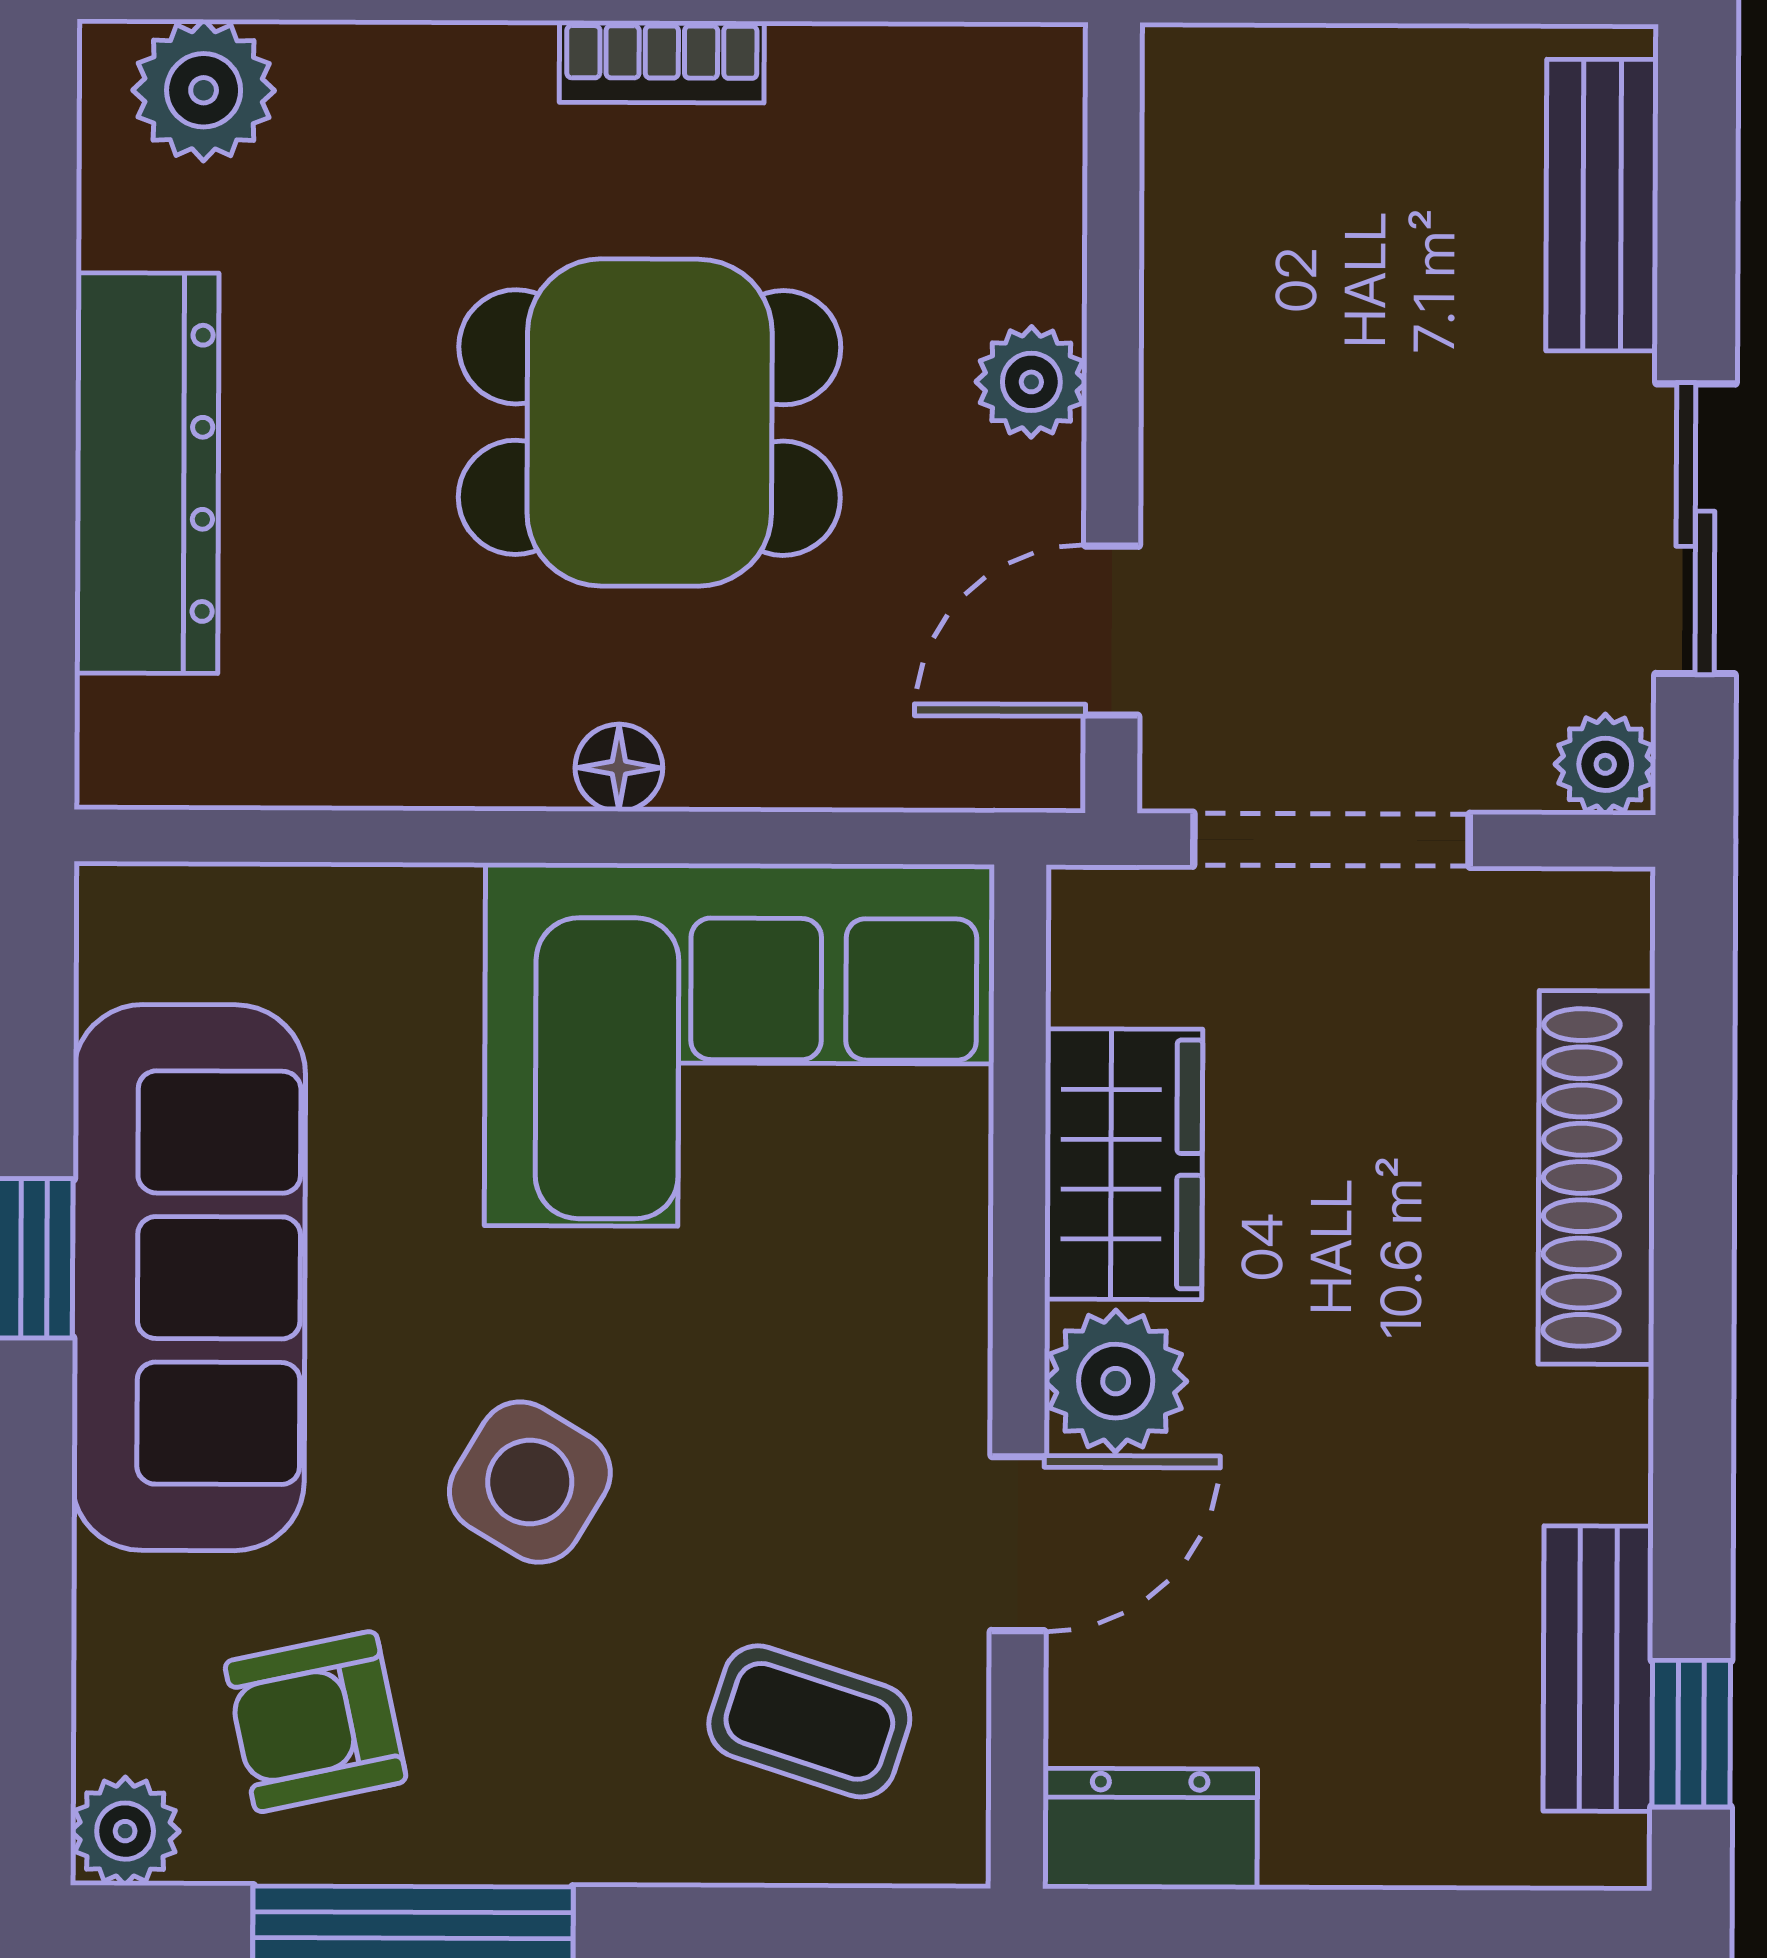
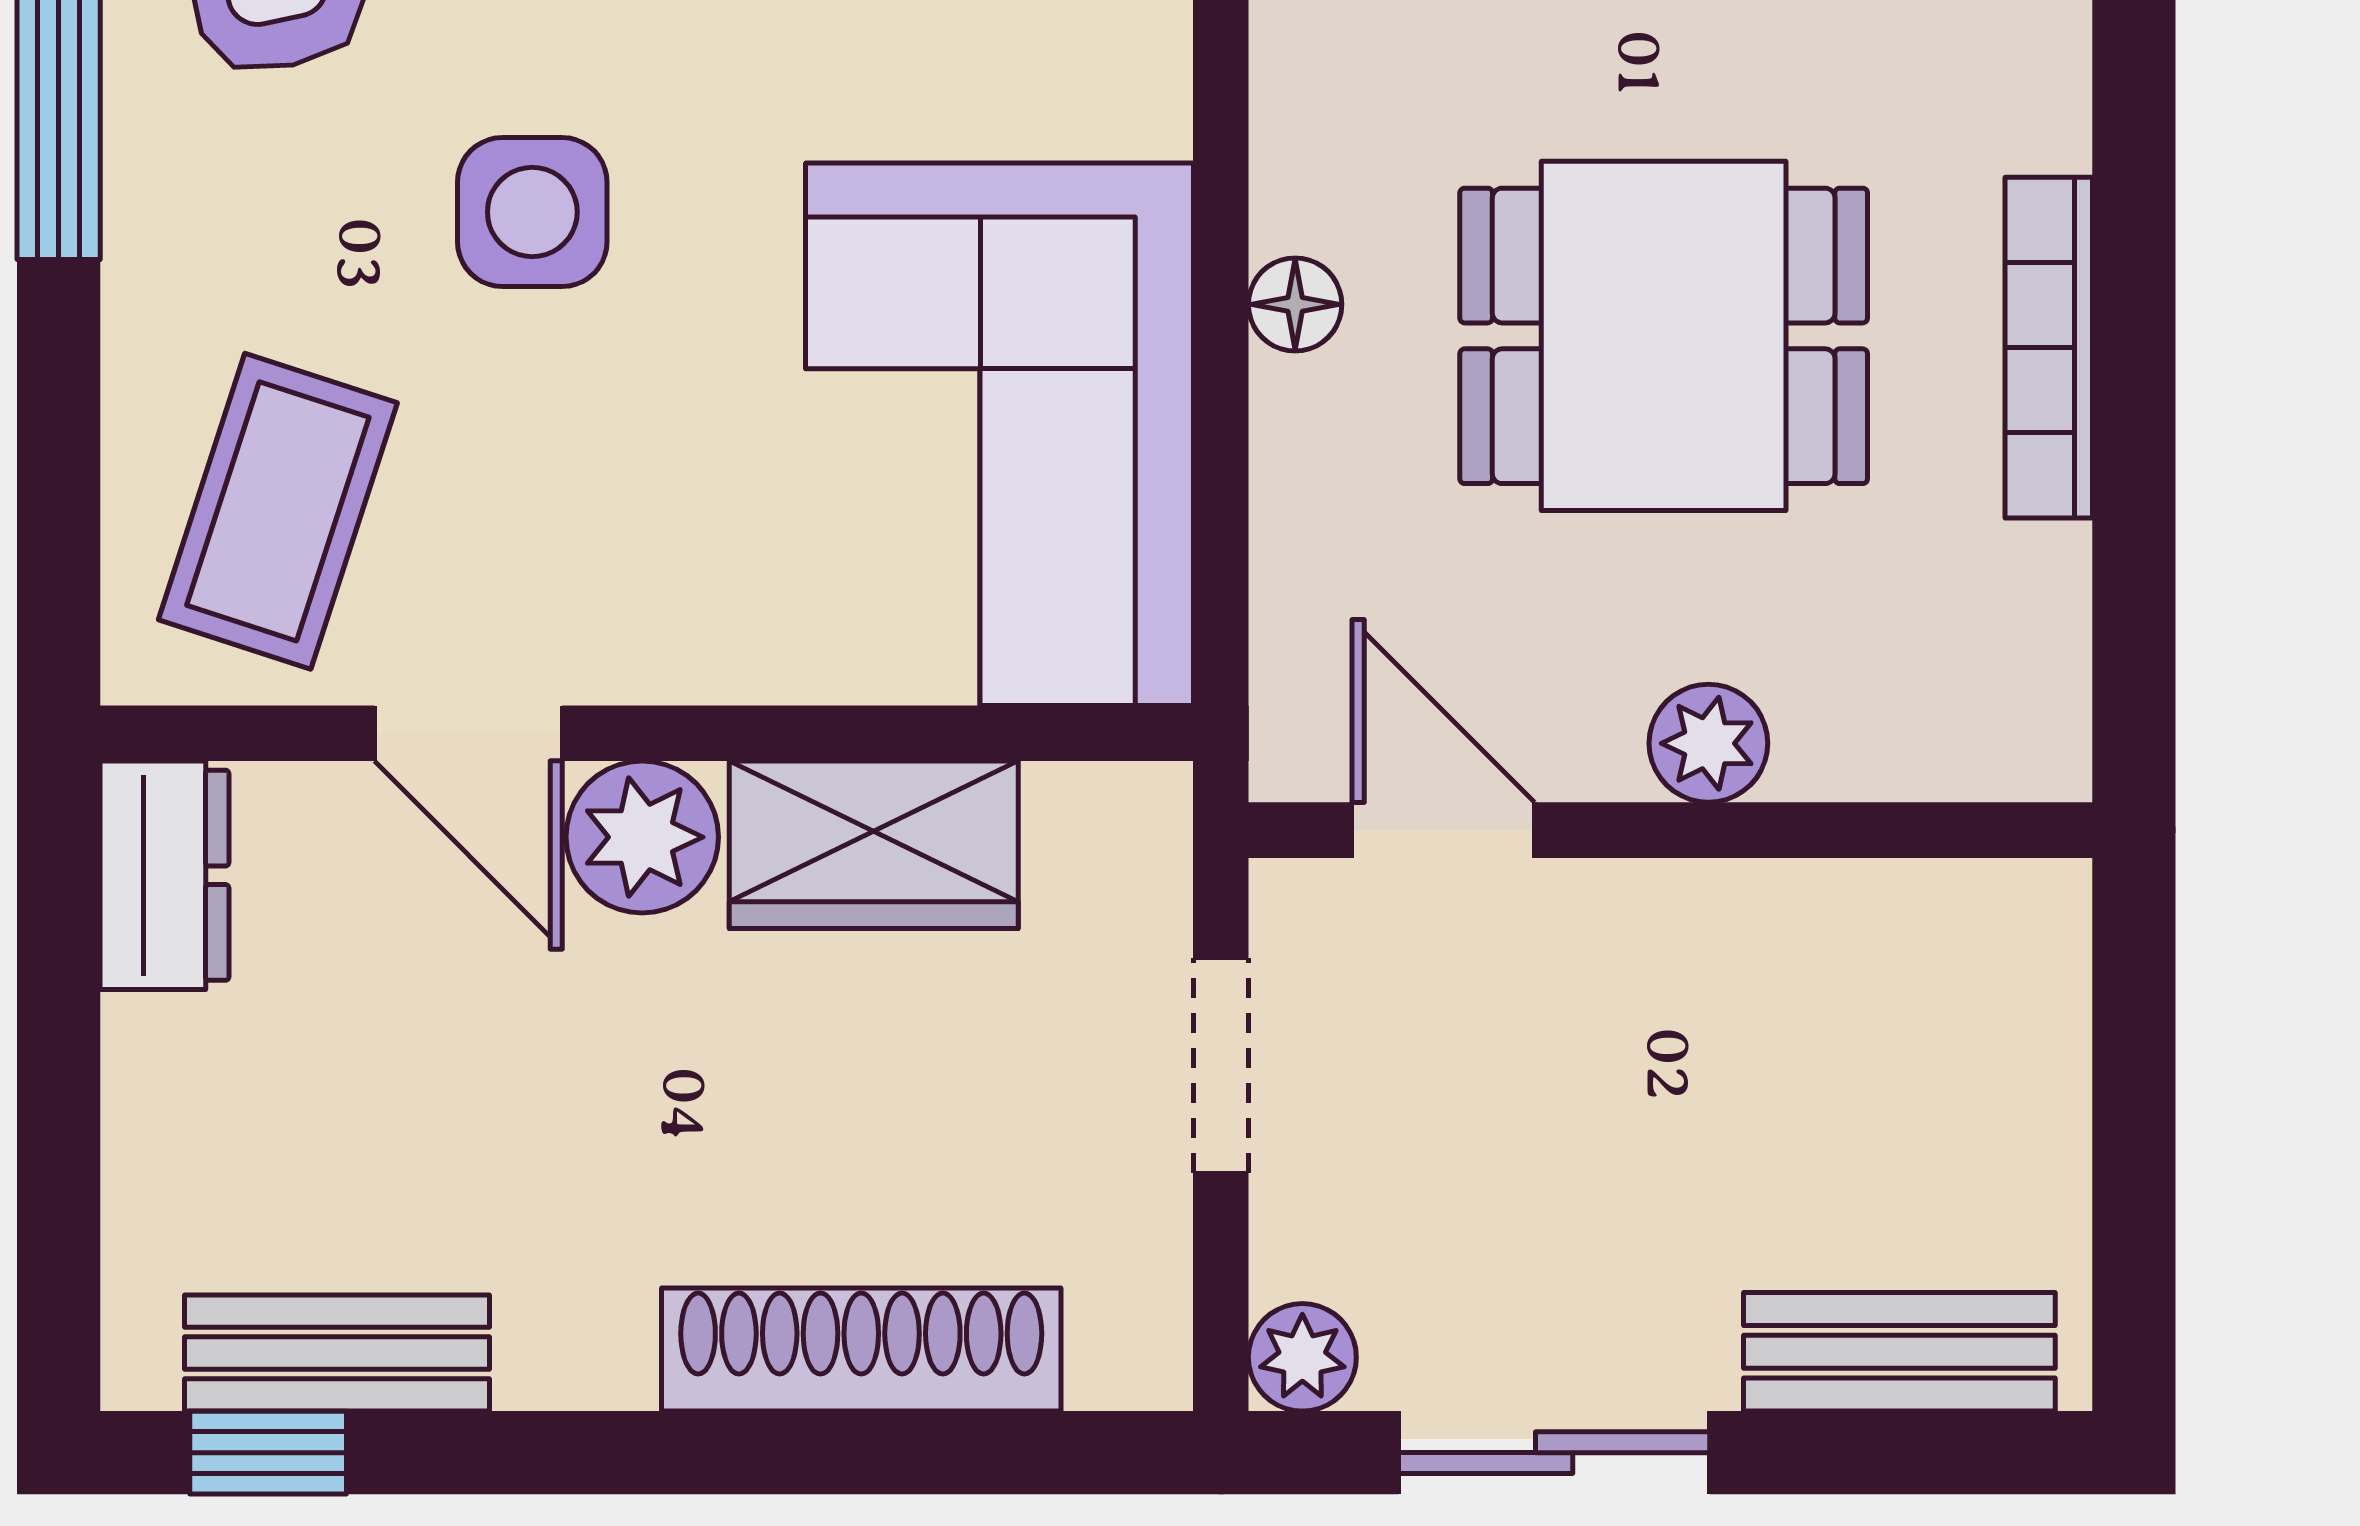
bookcase: (662, 62) -> (2049, 348), width x1.56
dining table: (650, 423) -> (1664, 336), turned 90
doorway: (1331, 840) -> (1221, 1065), width x0.73
side table: (530, 1482) -> (532, 212), turned -31
coffee table: (809, 1721) -> (278, 511), width x1.36, depth x1.30

